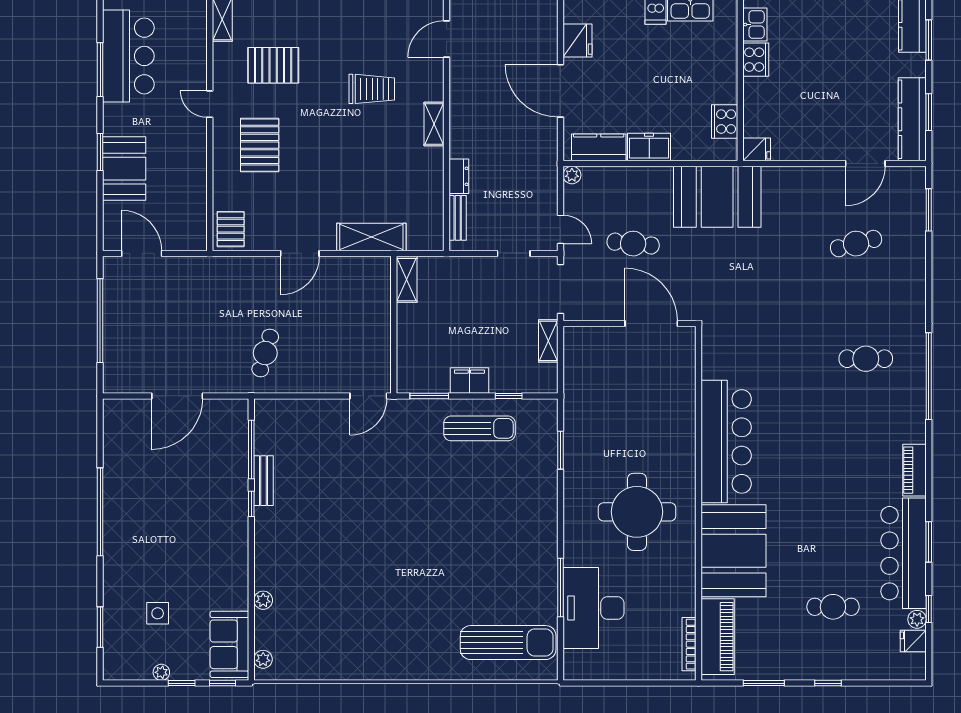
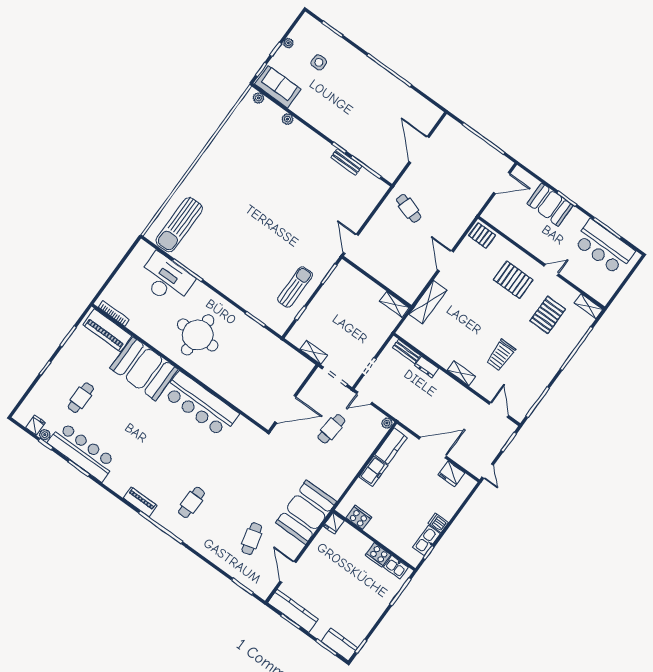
booth: (717, 197) -> (306, 512), moved
filing cabinet: (469, 381) -> (322, 299), removed
sun lounger: (480, 428) -> (295, 287), turned 180
piano: (914, 470) -> (140, 502), moved

